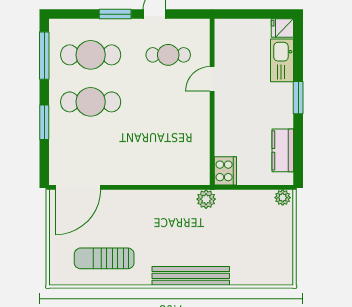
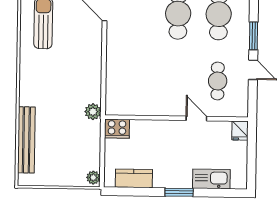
fridge: (282, 28) -> (240, 131), moved, turned 180
bench: (191, 276) -> (26, 140), moved

